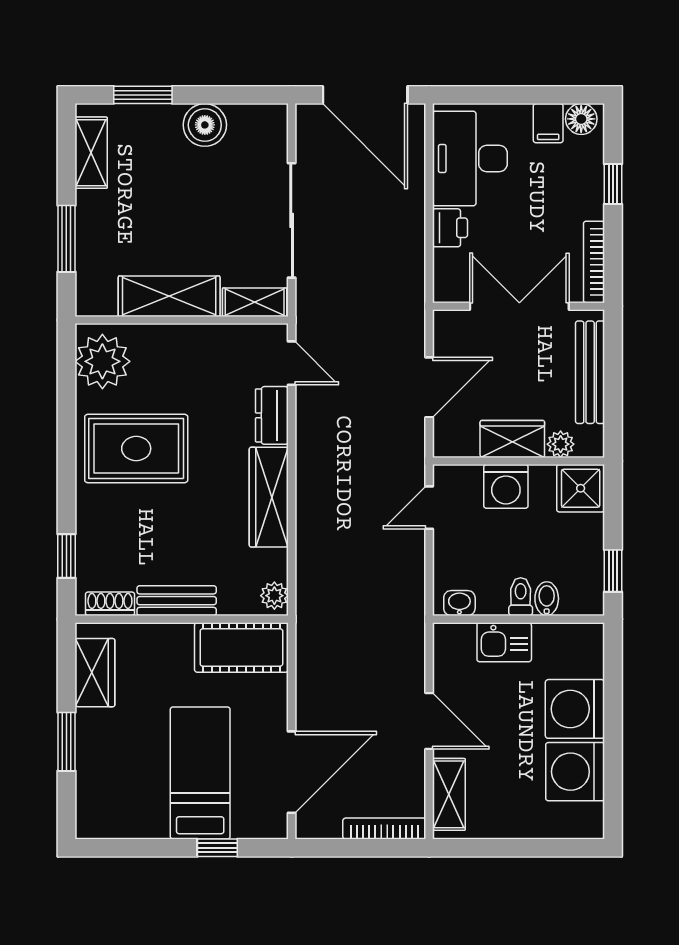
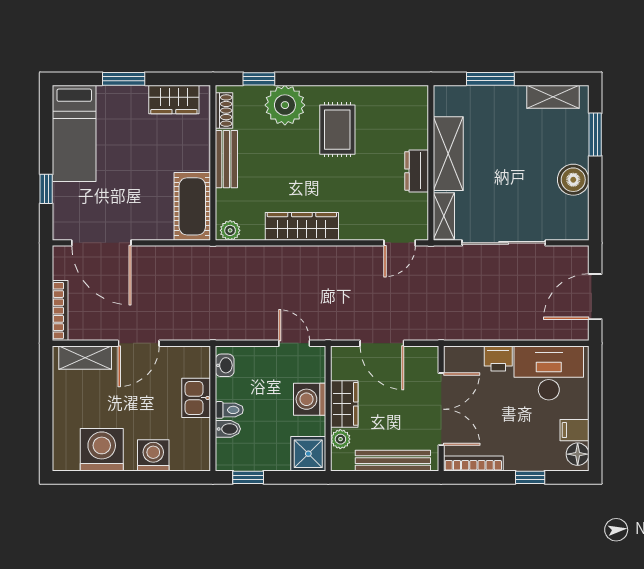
door: (365, 95) -> (595, 297), width x0.73
plant: (102, 361) -> (285, 105), moved
dresser: (272, 415) -> (417, 171), moved, turned -90
rug: (136, 449) -> (337, 130), width x0.73, depth x0.70
washing machine: (575, 709) -> (153, 455), width x0.73, depth x0.73
bed: (200, 773) -> (74, 133), moved, turned 90

